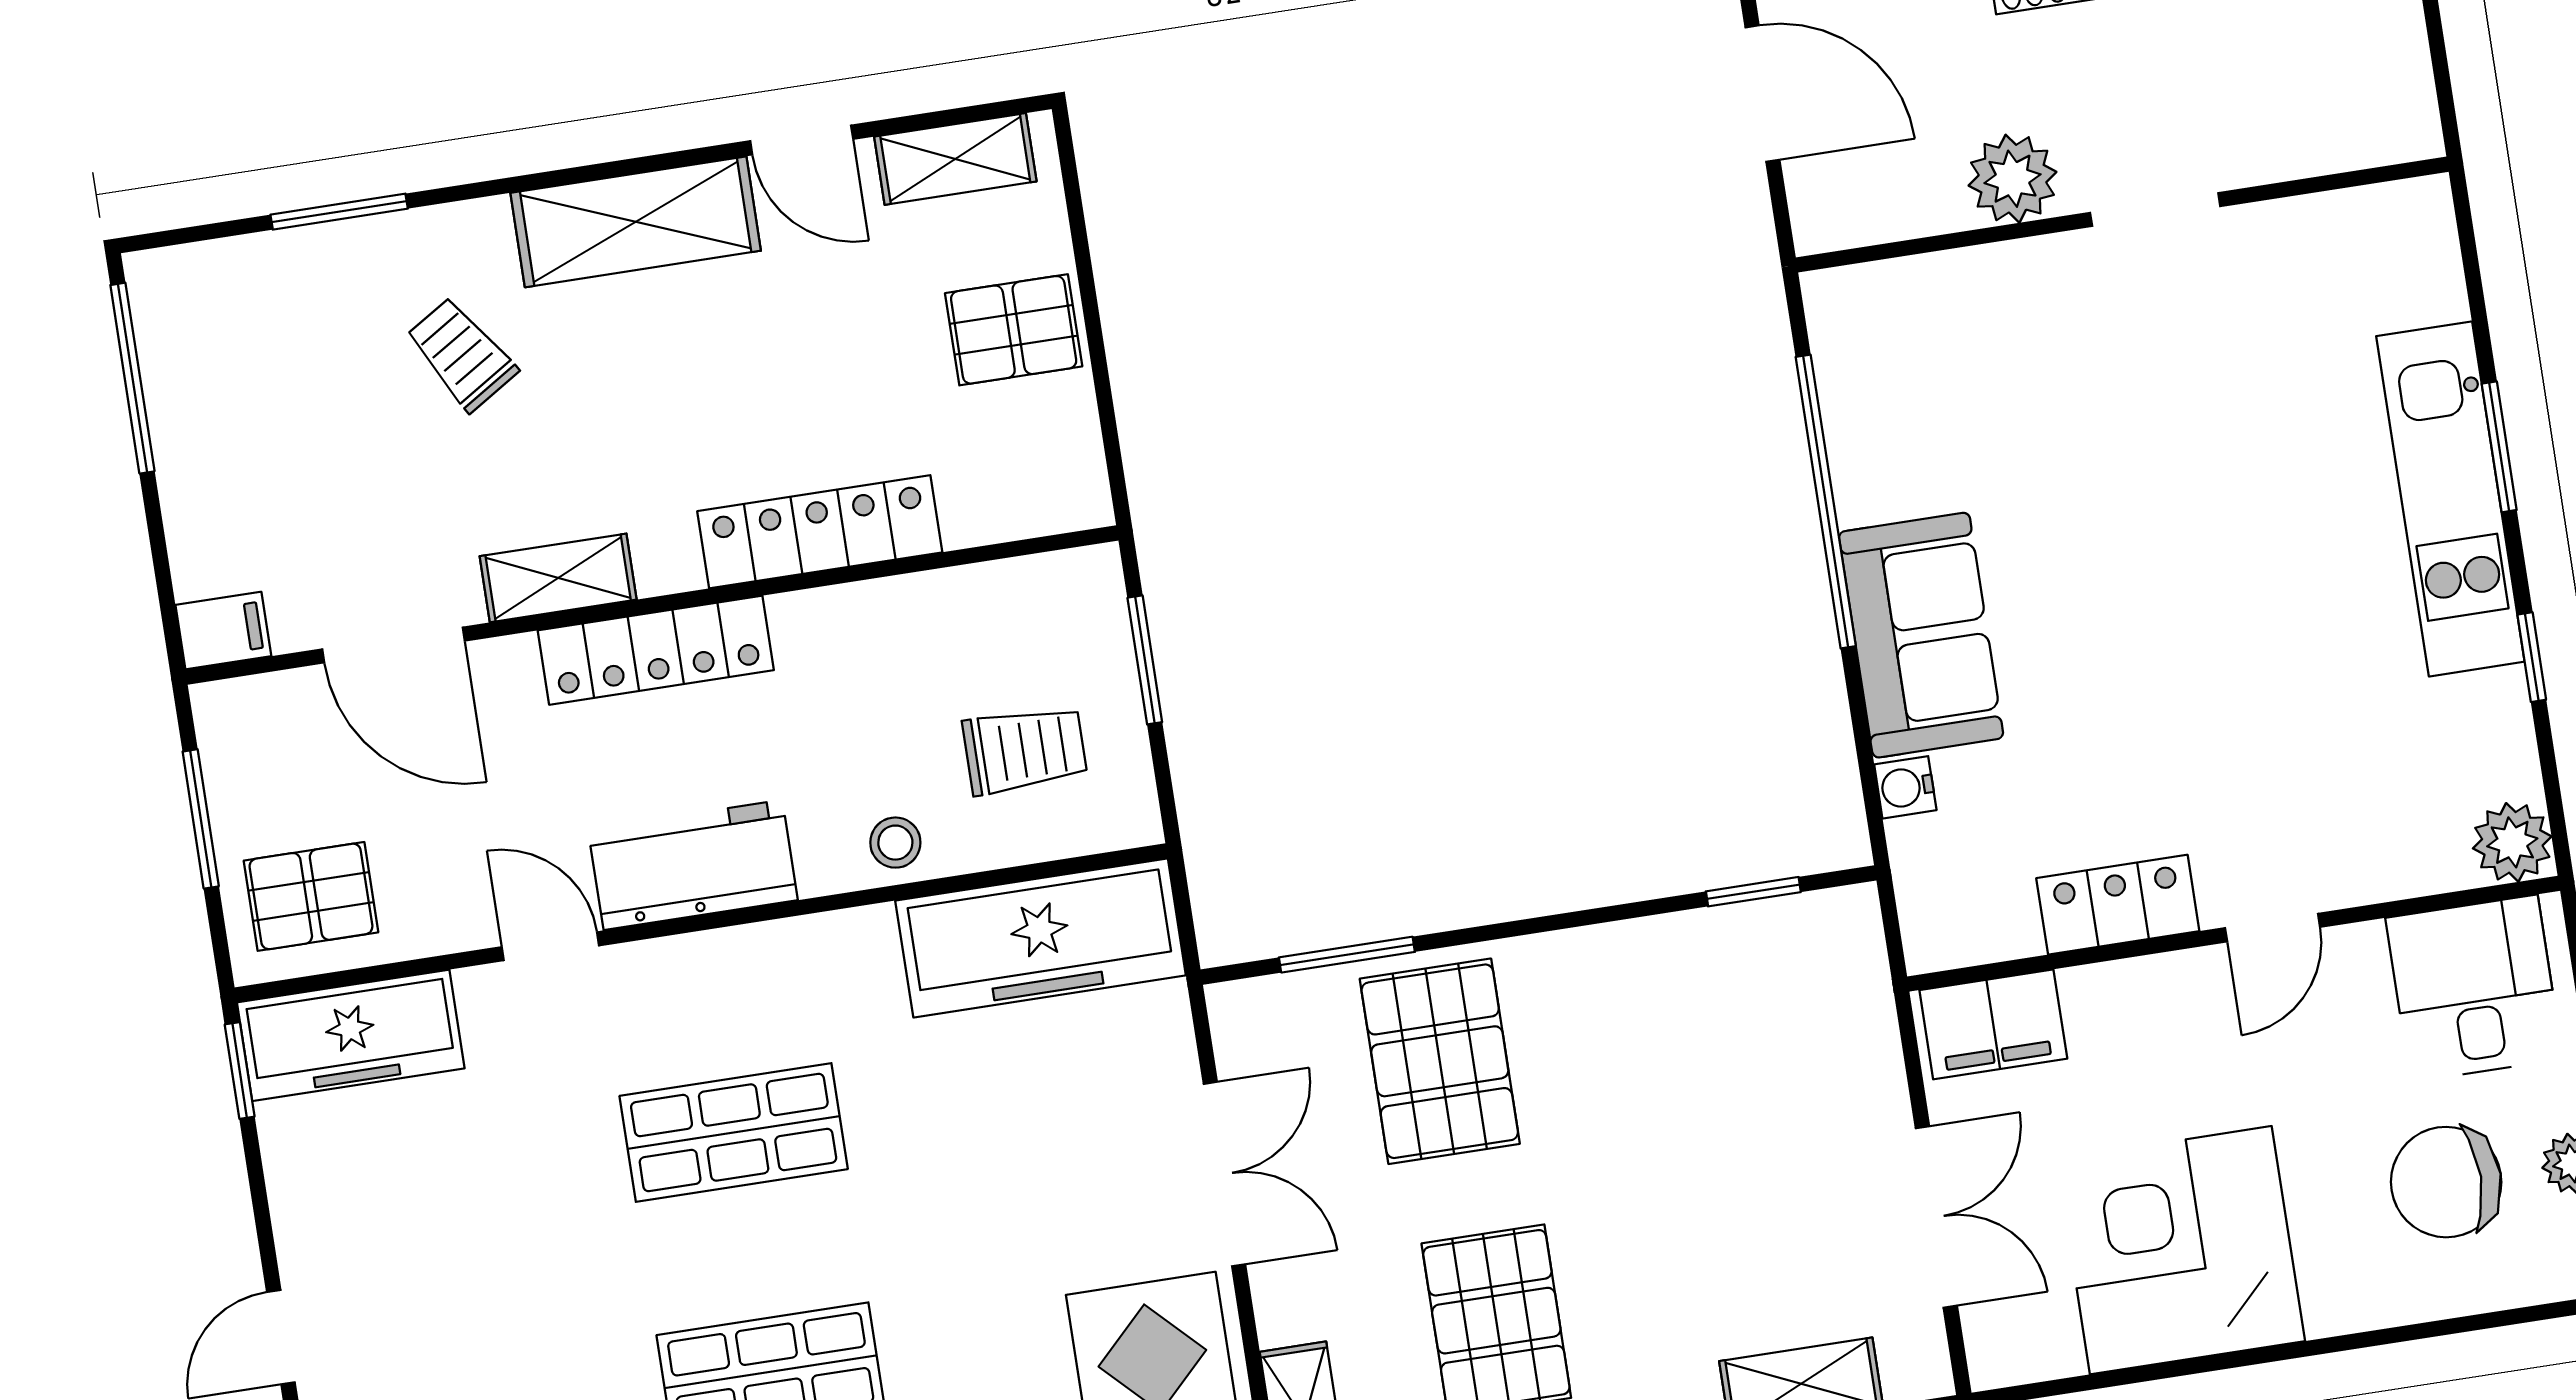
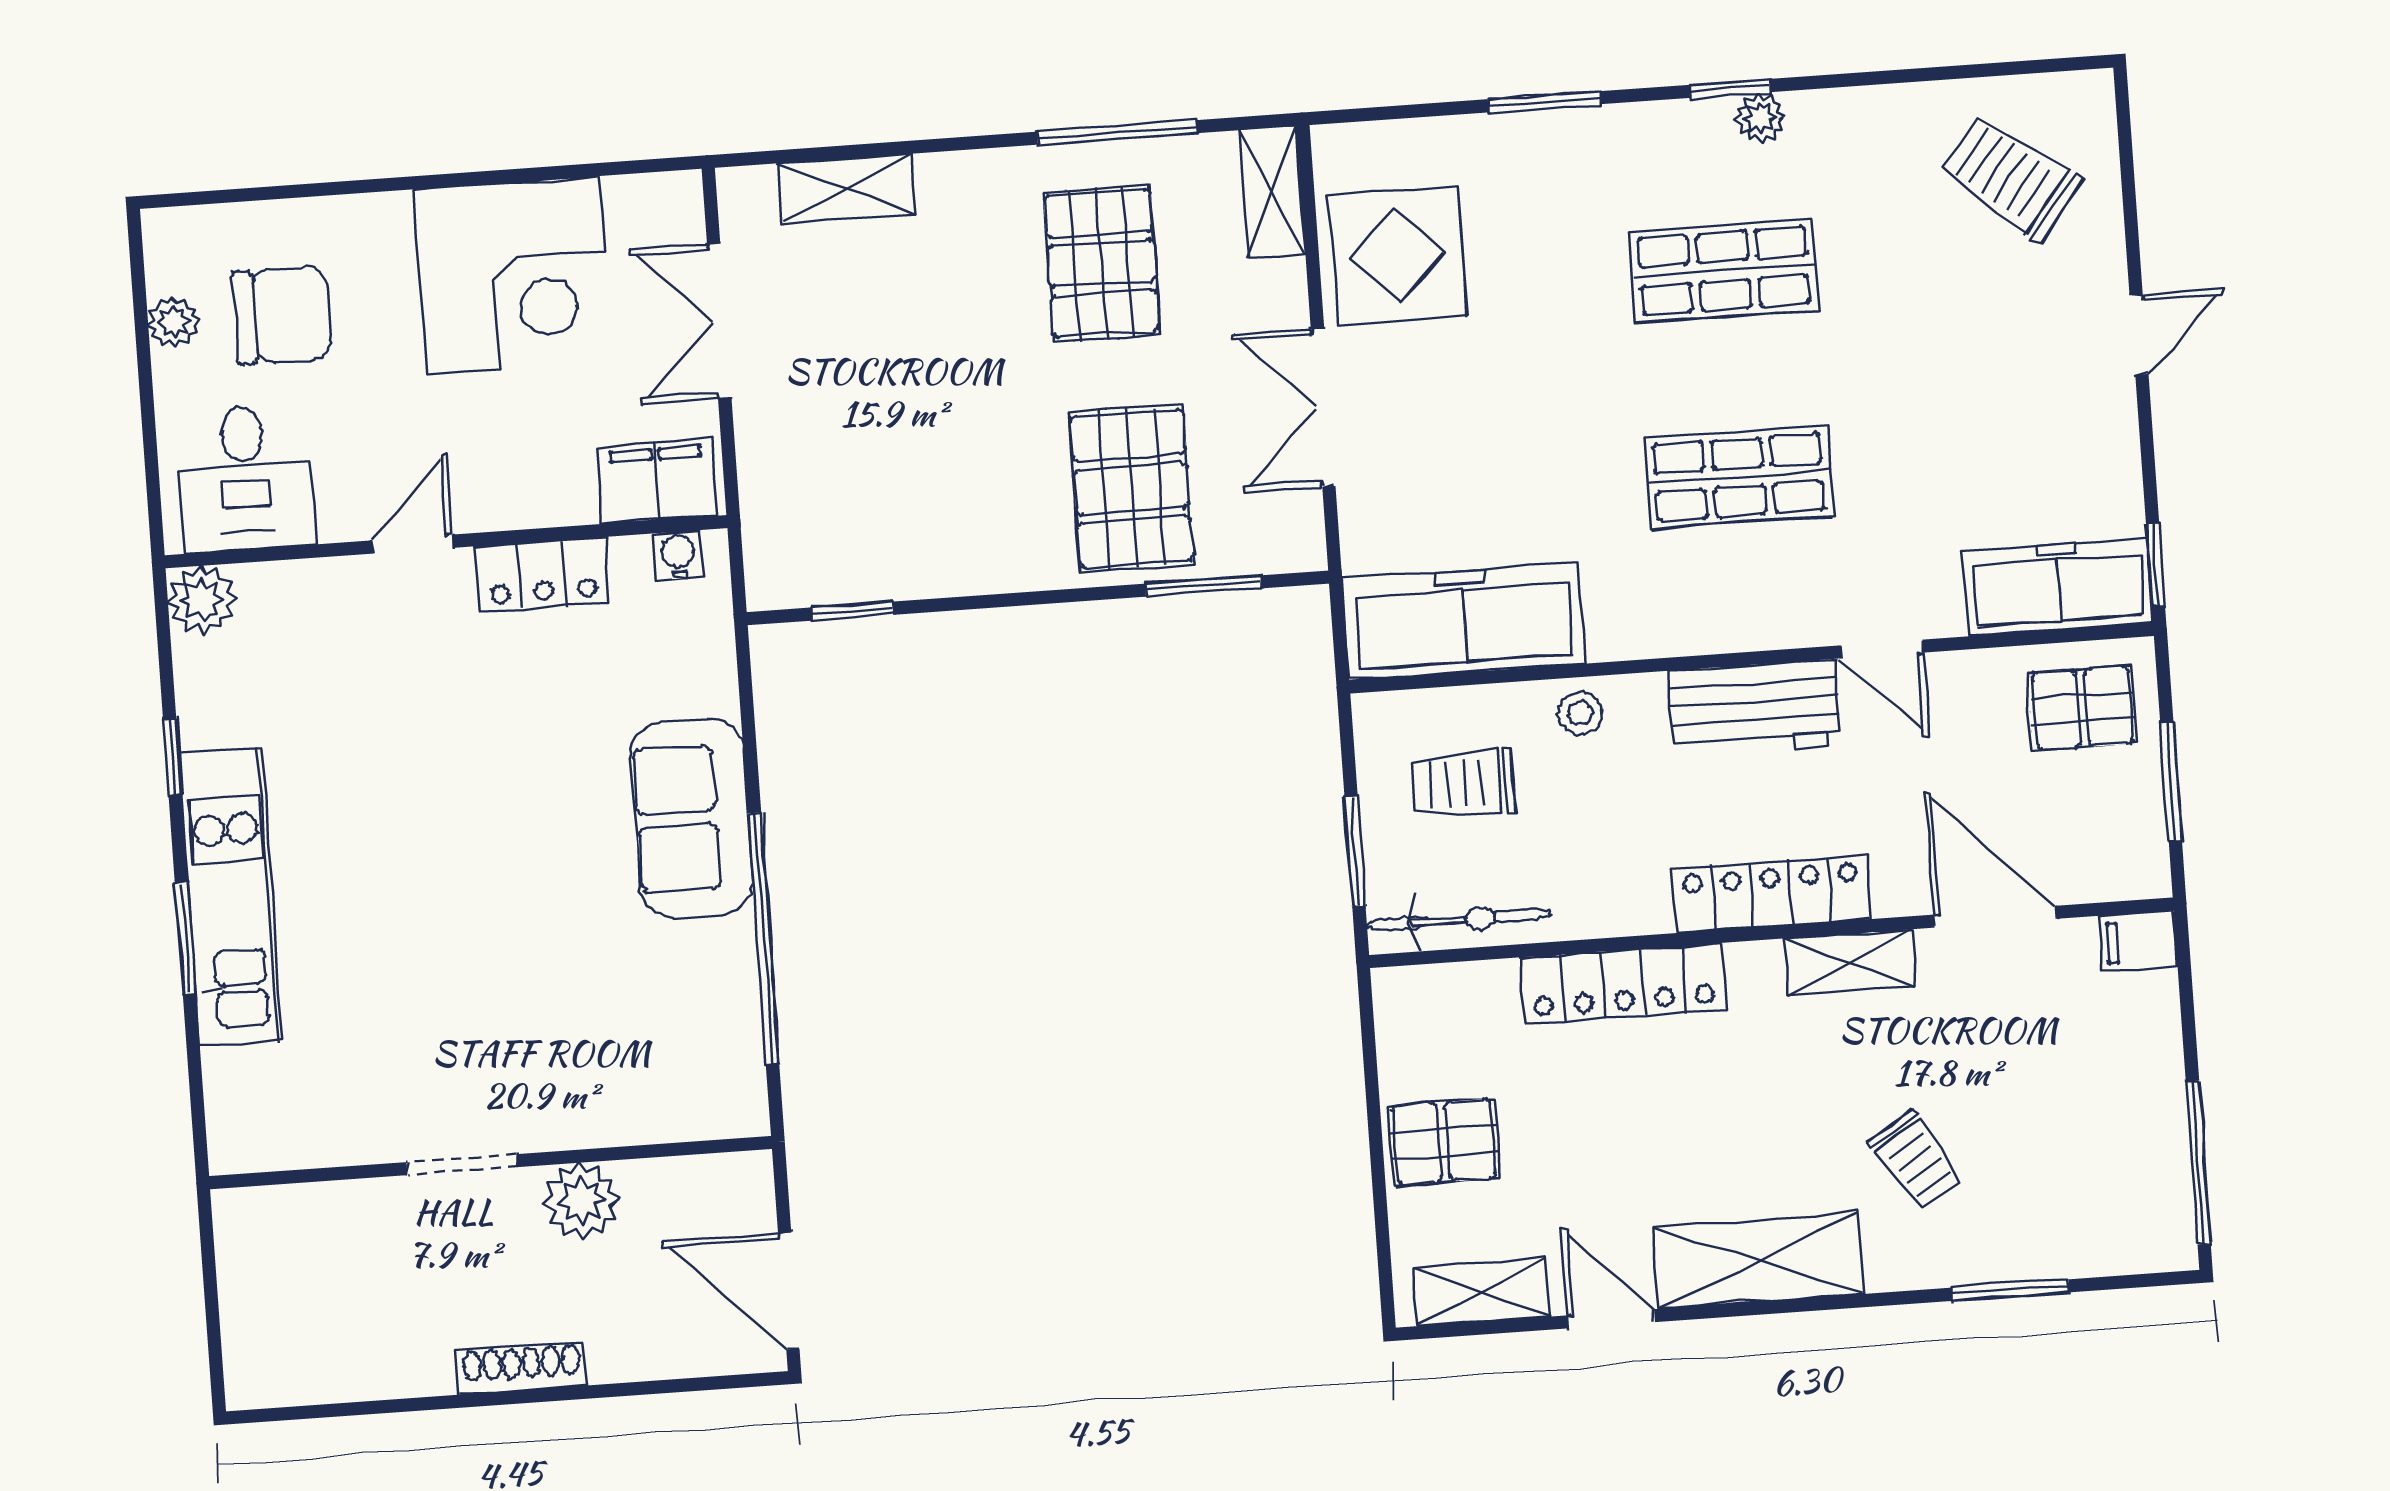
bicycle: (1018, 591) -> (1458, 919), added
water cooler: (1905, 787) -> (678, 555), moved, turned -90

